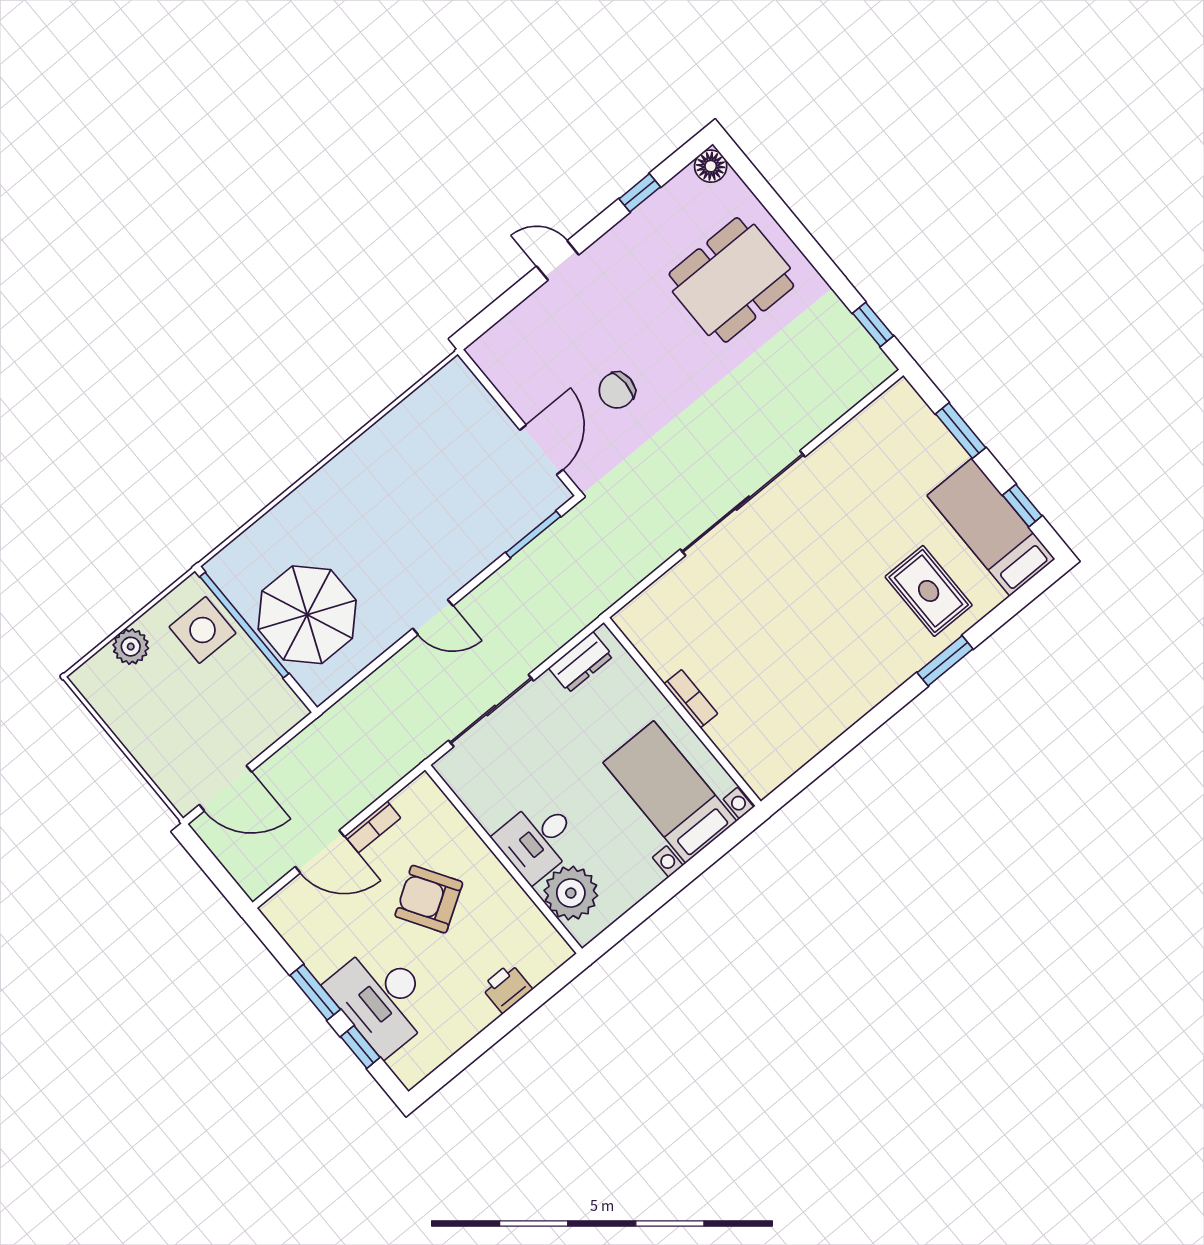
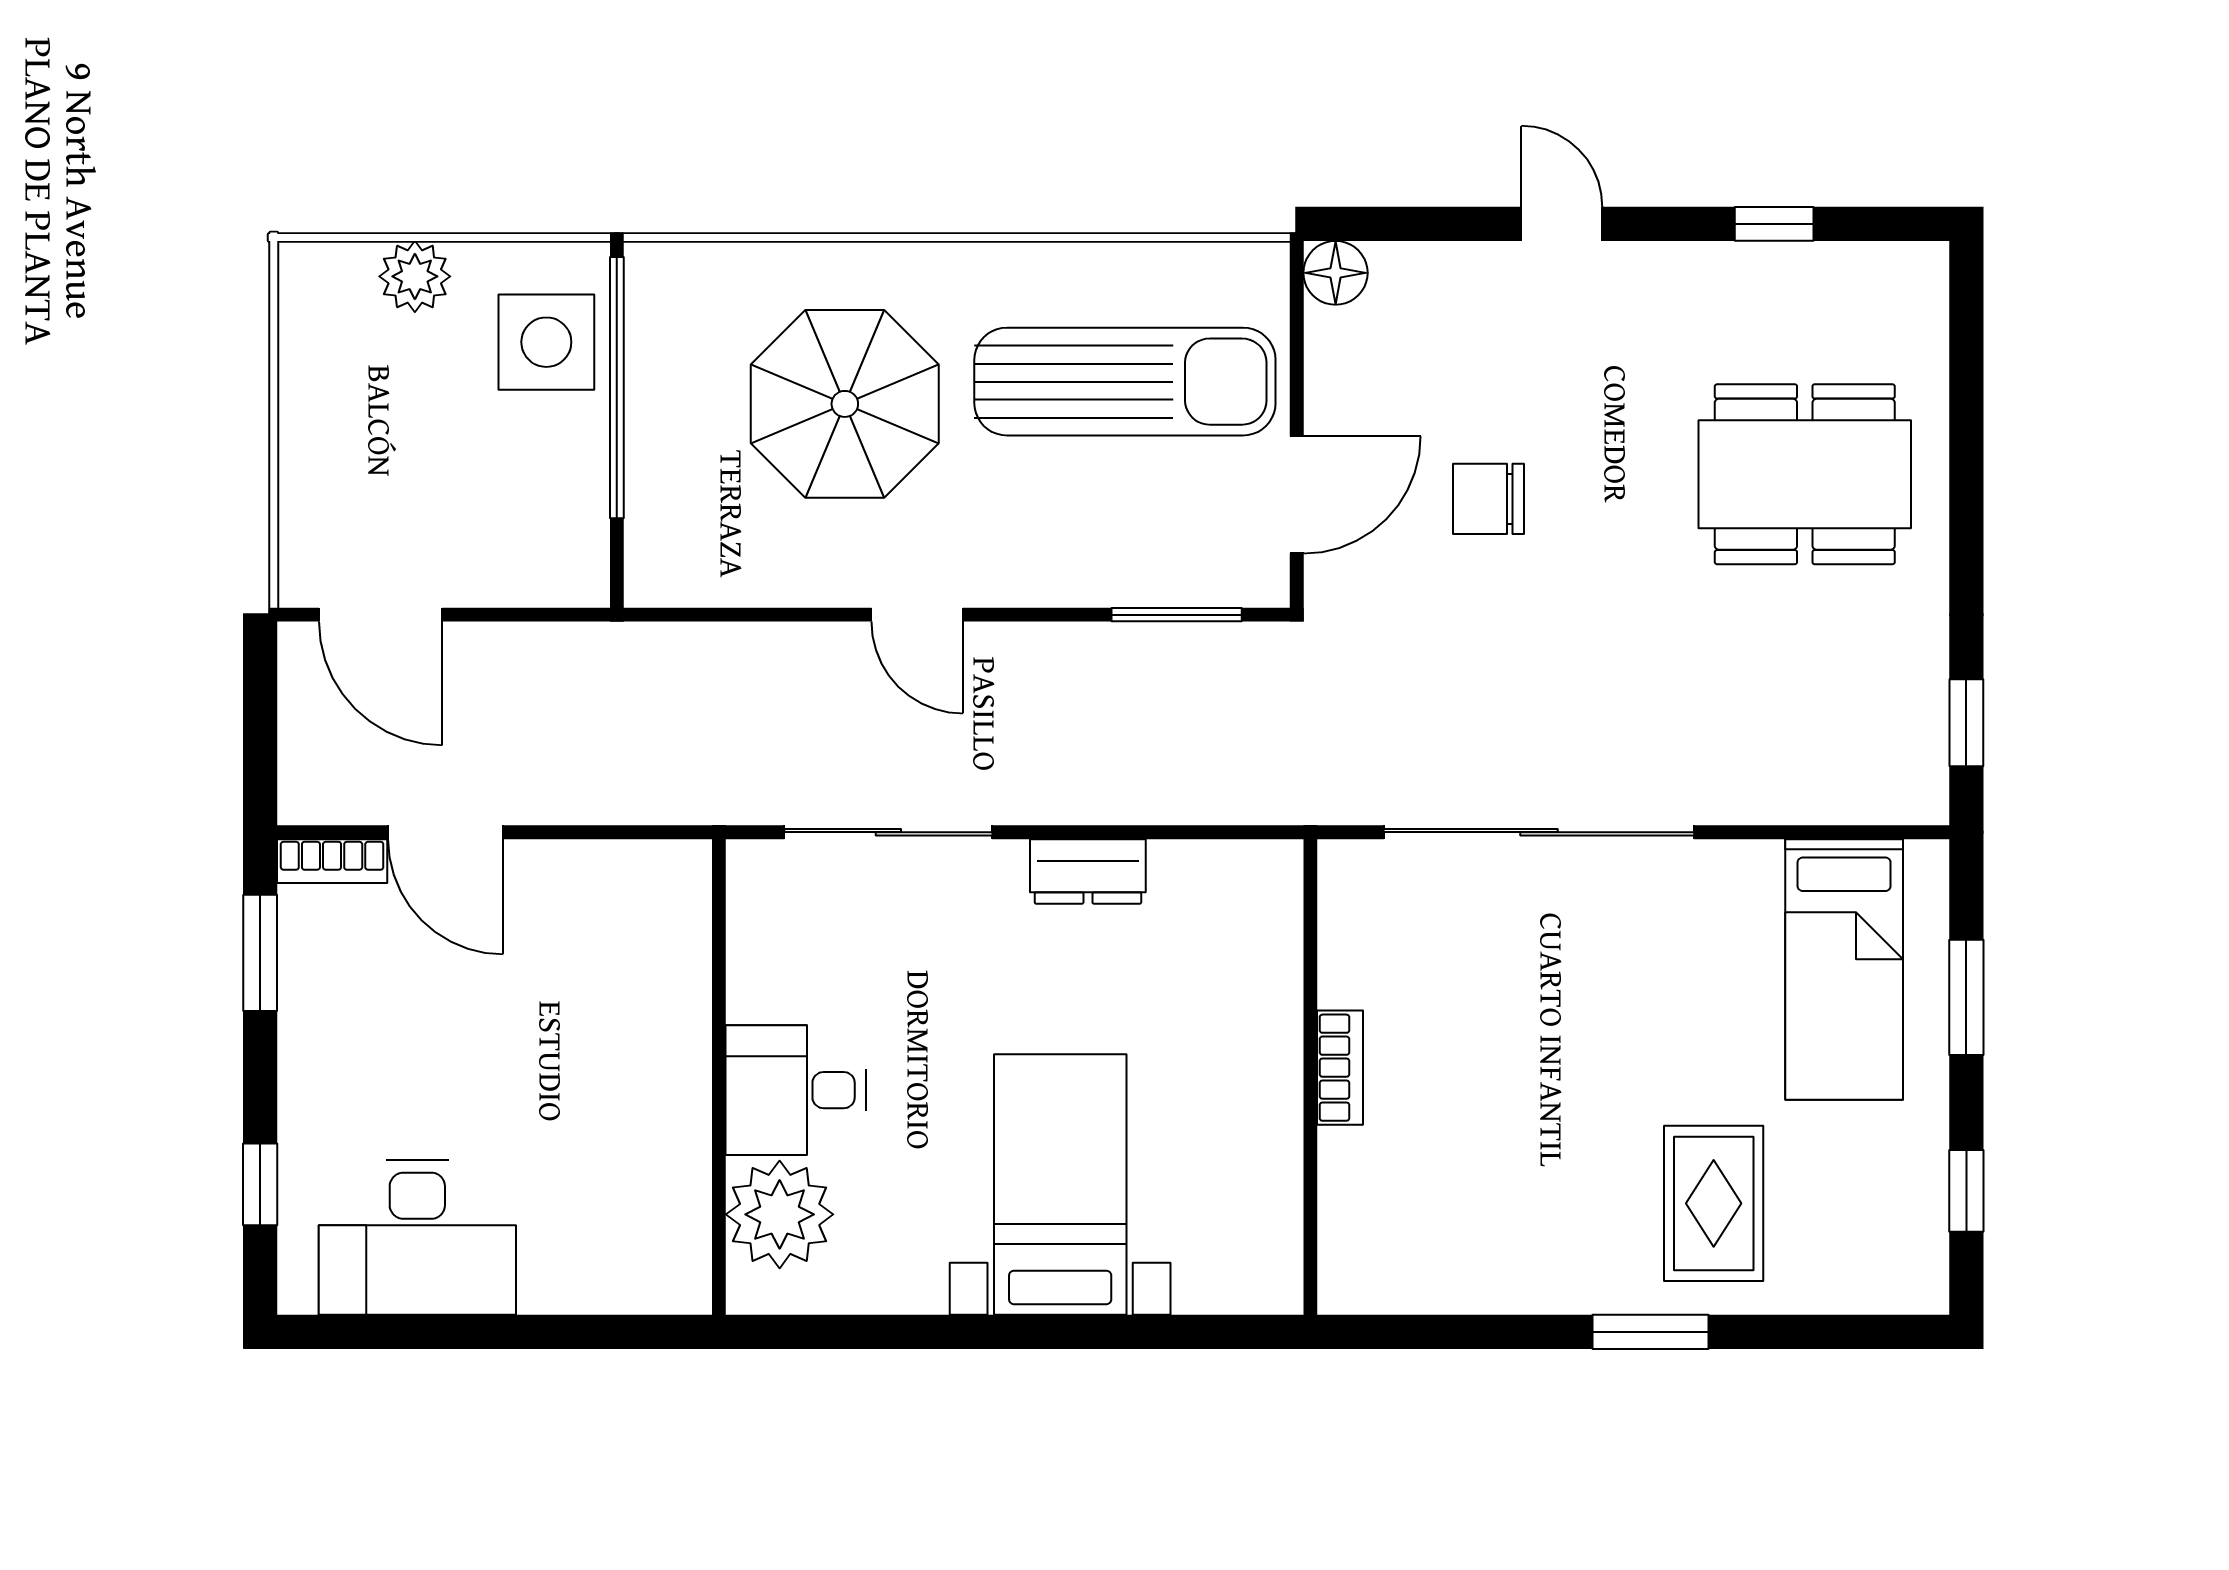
floor lamp: (711, 166) -> (1336, 273), moved
sun lounger: (439, 461) -> (1125, 382), added
bed: (991, 527) -> (1844, 969), moved, turned 180
parasol: (307, 615) -> (845, 404), moved
bookcase: (691, 699) -> (1340, 1068), moved
wall: (682, 712) -> (1310, 1077), moved
bookcase: (373, 827) -> (332, 861), moved
armchair: (429, 899) -> (553, 1044), removed
printer: (507, 988) -> (560, 1279), removed
window: (315, 992) -> (260, 953), moved
desk: (382, 999) -> (417, 1238), moved, turned -90

